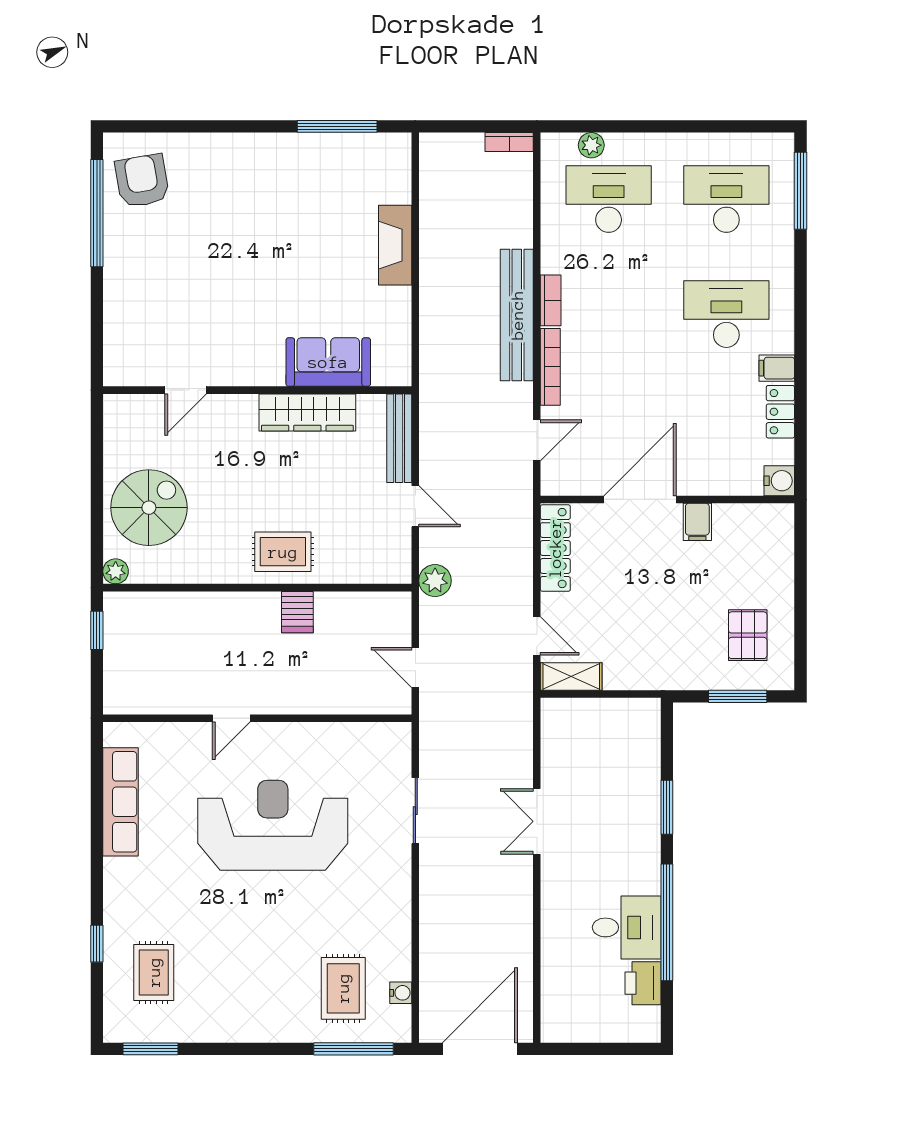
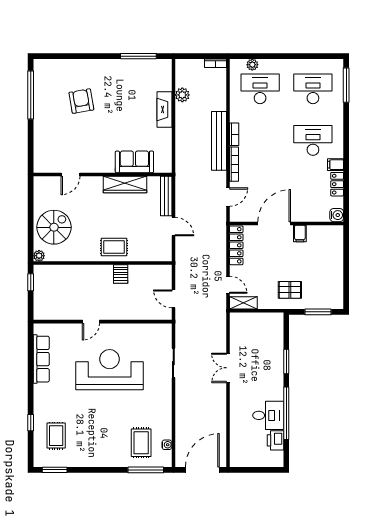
armchair: (142, 181) -> (81, 101), moved
plant: (435, 581) -> (182, 95), moved
pallet: (748, 635) -> (290, 290), moved, turned 90

